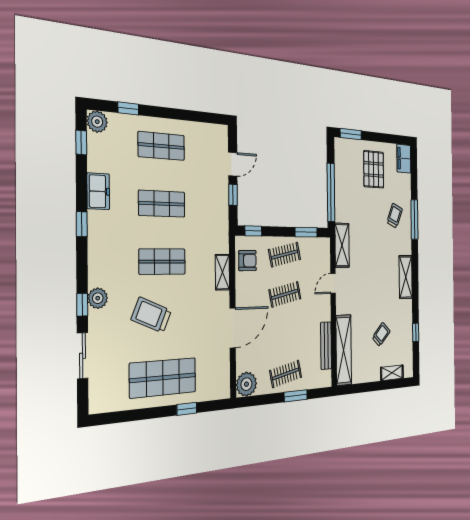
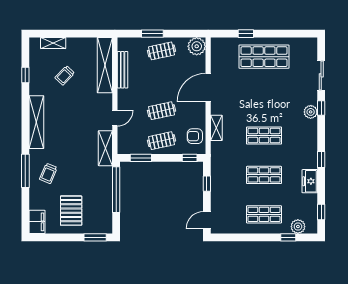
plant: (97, 122) -> (298, 227), moved
door: (233, 164) -> (207, 220), moved
shelving: (406, 277) -> (36, 122), width x1.47
trolley: (151, 315) -> (273, 100), removed

